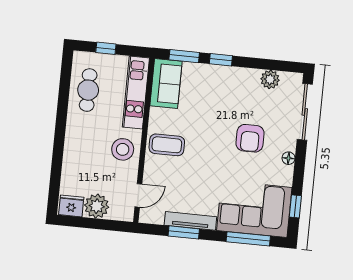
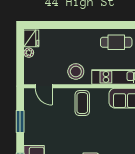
plant: (97, 206) -> (29, 53), width x0.53, depth x0.53
tv unit: (190, 221) -> (29, 126), removed

